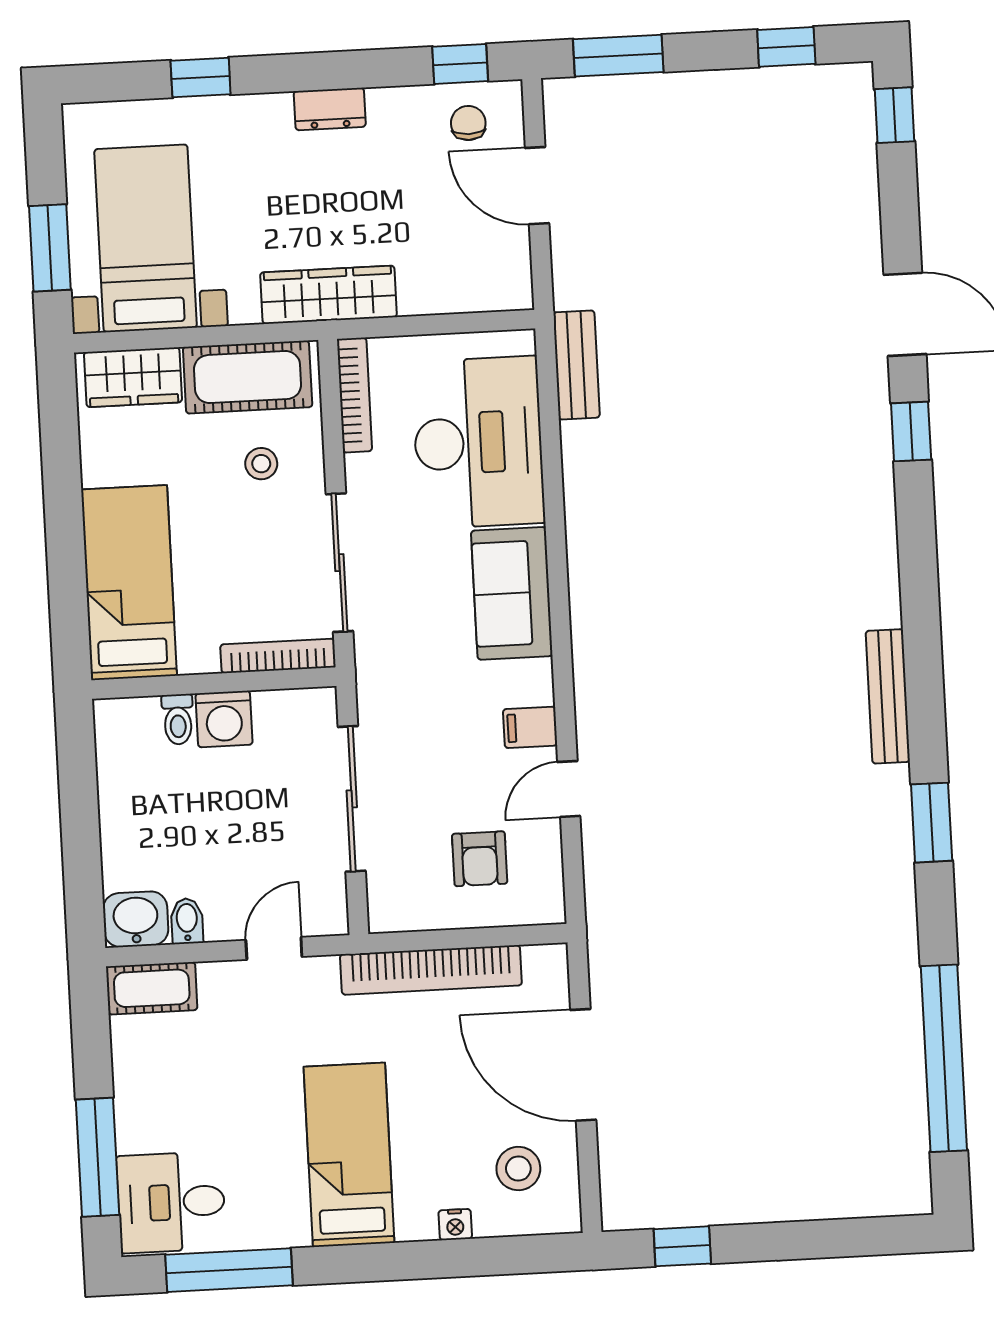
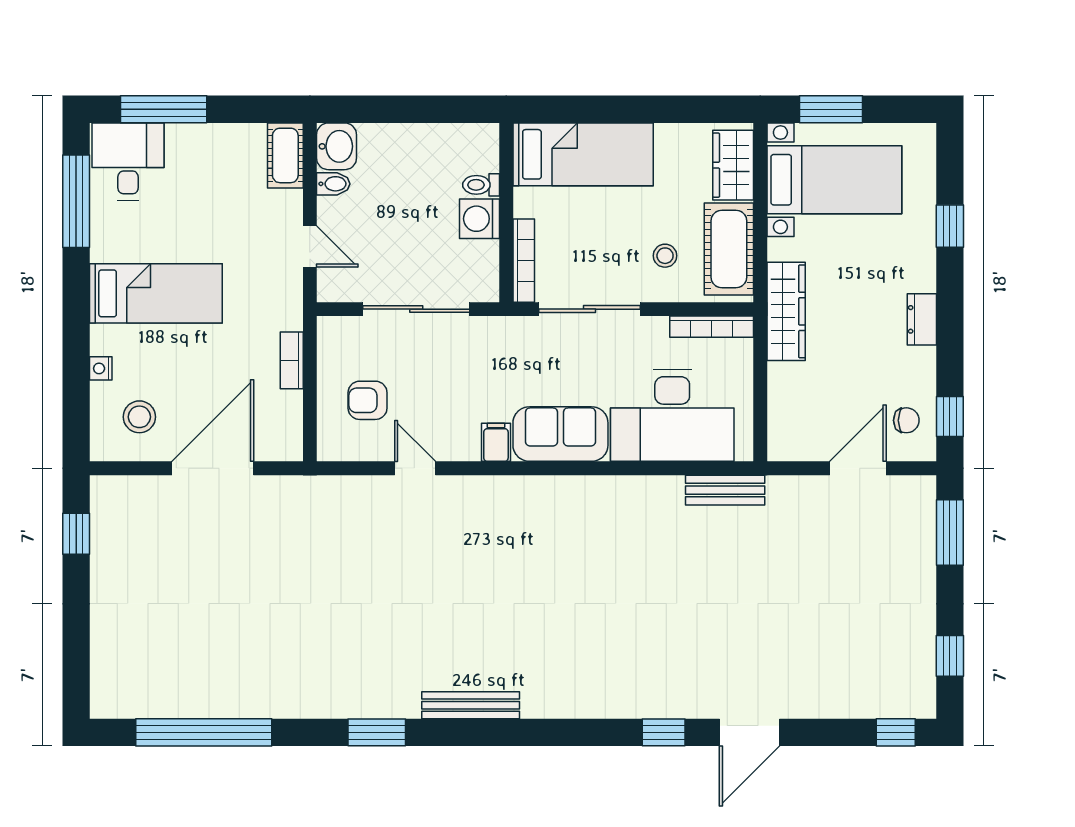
filing cabinet: (530, 727) -> (496, 442), moved
bookcase: (431, 970) -> (292, 360), width x0.43, depth x0.76

